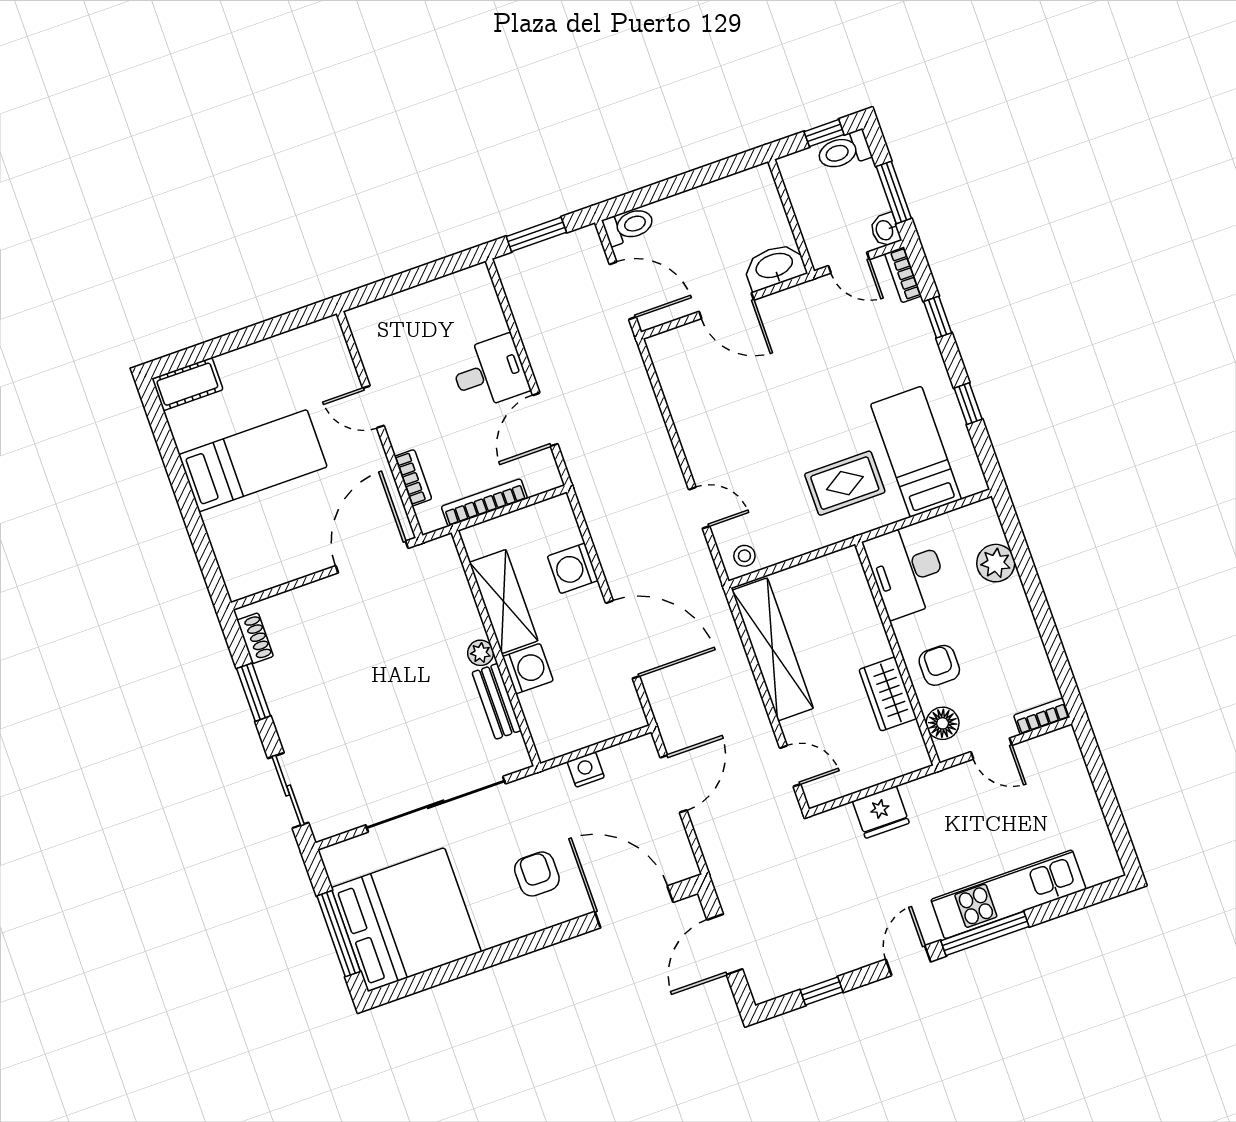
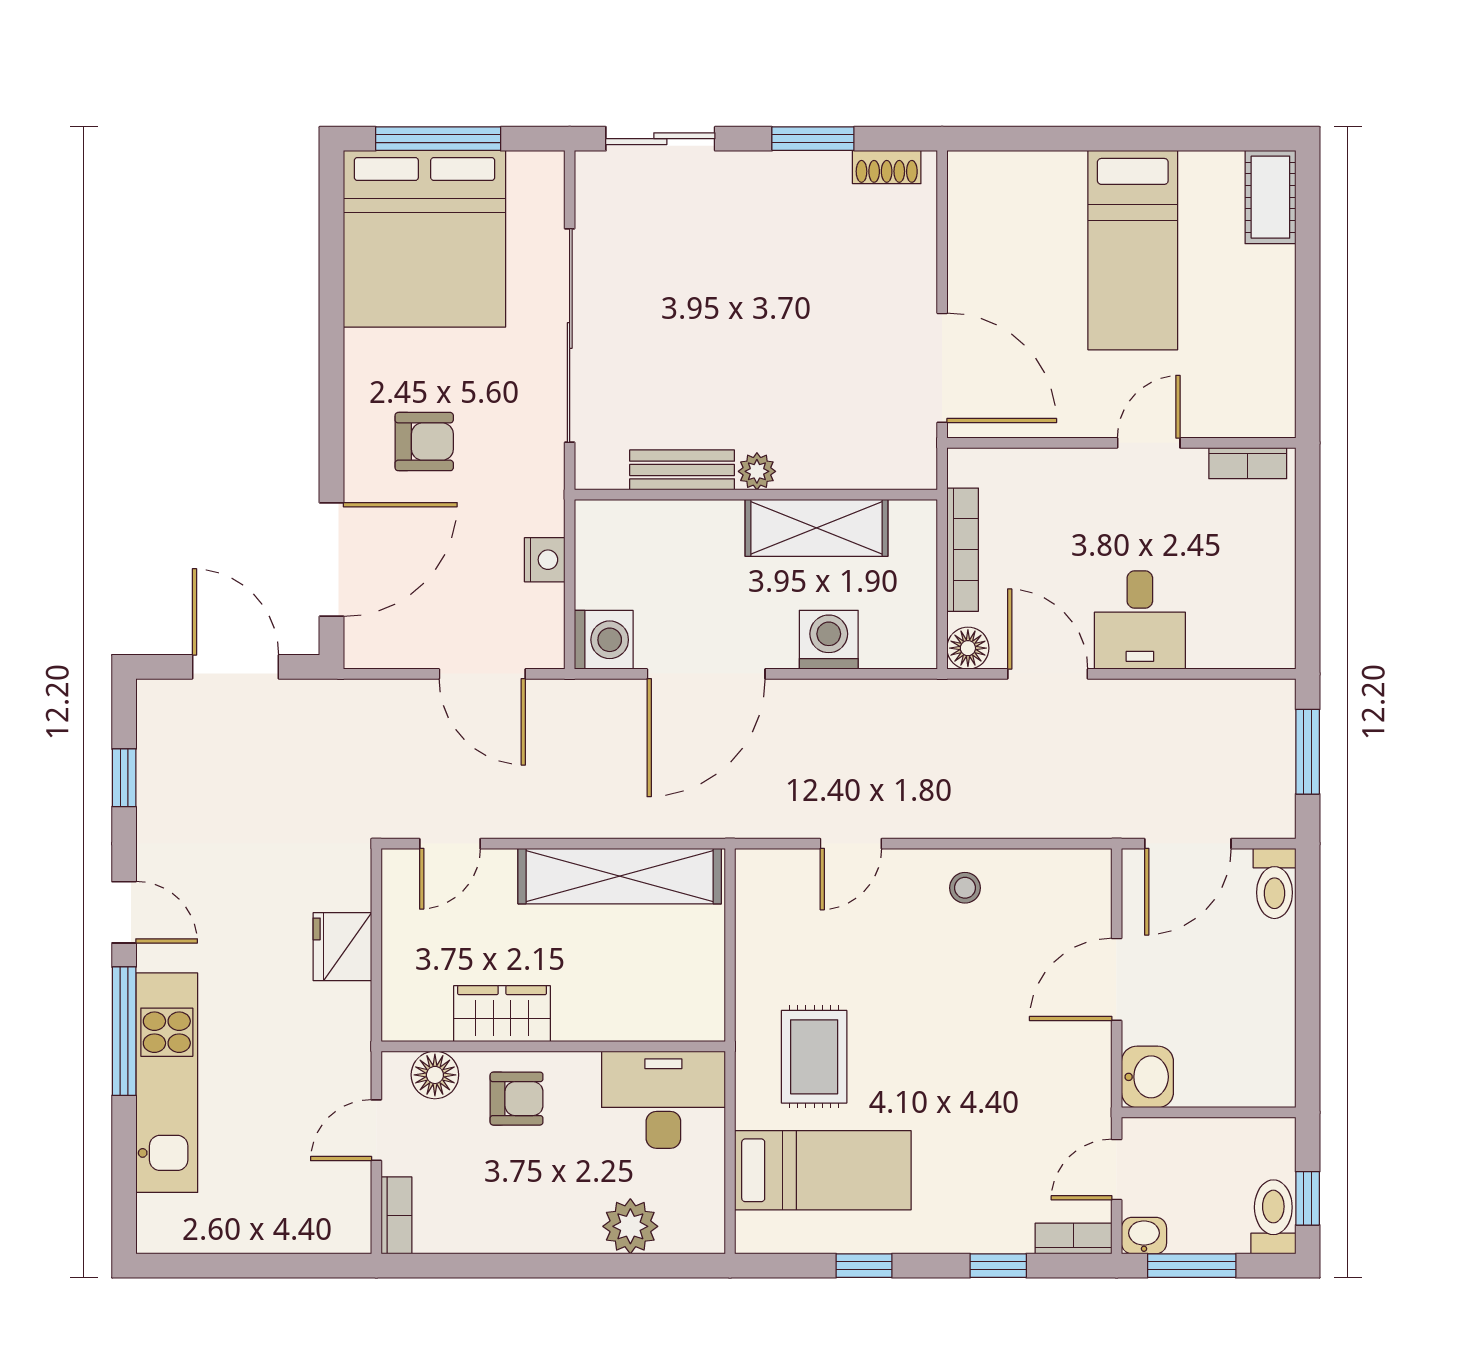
washbasin: (775, 266) -> (1147, 1077), width x0.72
floor lamp: (547, 477) -> (968, 648), added
bookcase: (413, 478) -> (1248, 463), moved
stool: (744, 556) -> (965, 888), moved
washing machine: (528, 669) -> (604, 640), moved, turned -90

